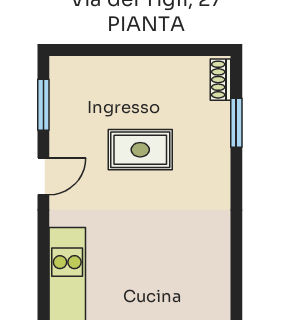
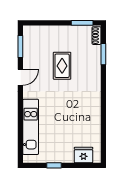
window: (187, 50) -> (82, 23), added
rug: (140, 150) -> (62, 66), turned 90

